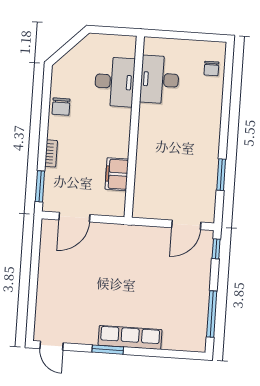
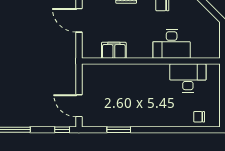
desk: (115, 82) -> (172, 44), moved

